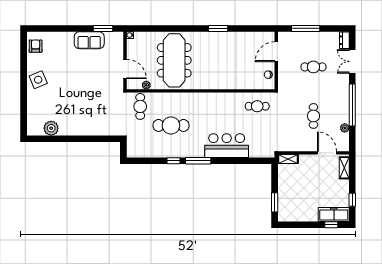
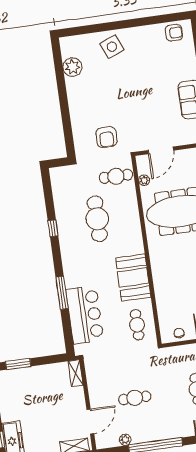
side table: (38, 80) -> (112, 47), moved
booth: (220, 104) -> (133, 278), added
armchair: (109, 109) -> (106, 137), added
bar counter: (227, 146) -> (85, 315), moved
window: (198, 161) -> (62, 293), moved

